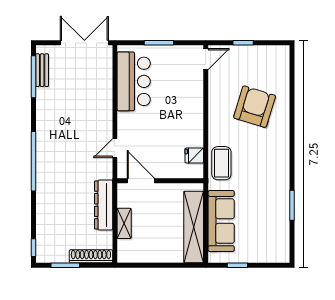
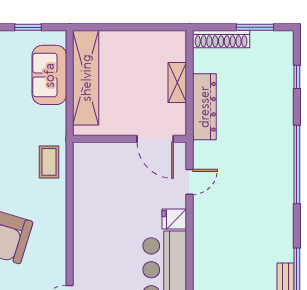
fridge: (194, 156) -> (174, 219), moved, turned 180
coffee table: (221, 163) -> (49, 162), width x0.73, depth x0.77
sofa: (221, 221) -> (49, 75), width x0.73
window: (33, 248) -> (297, 77), moved

